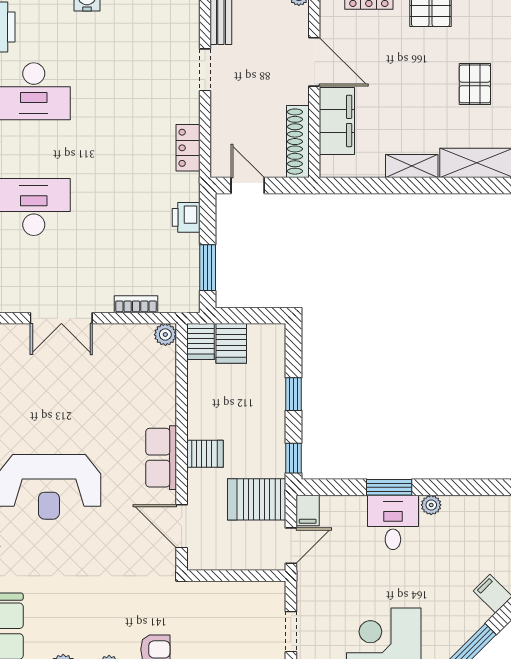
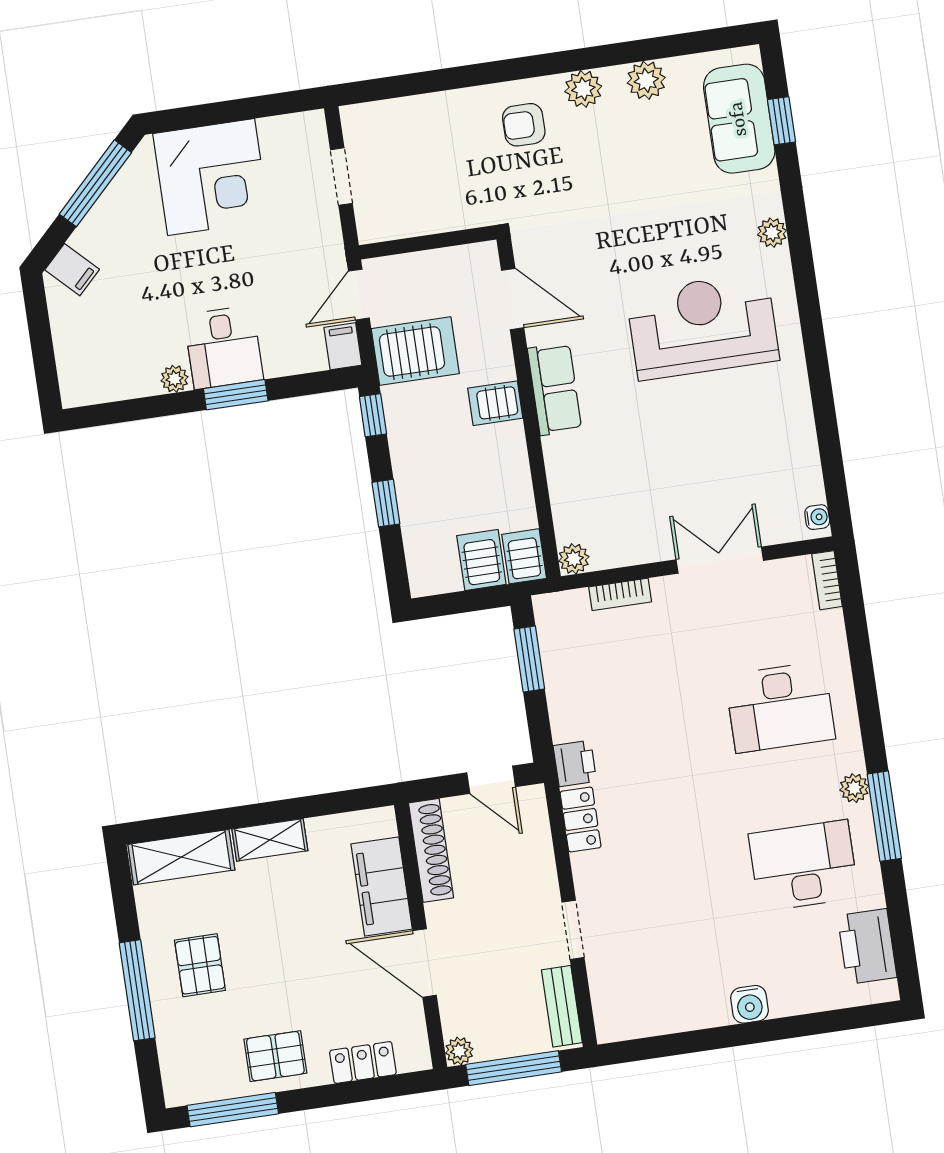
printer: (186, 217) -> (575, 763), moved

